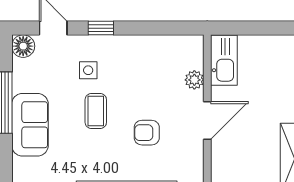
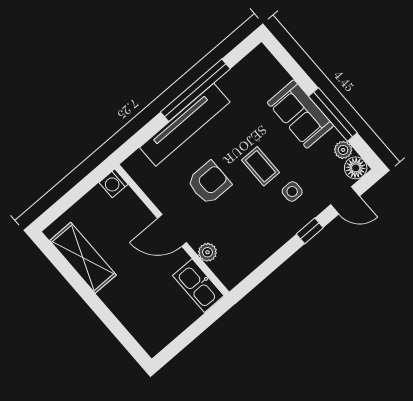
plant: (21, 68) -> (343, 150), added
door: (207, 120) -> (172, 230), hinge flipped
armchair: (147, 133) -> (209, 183), width x1.38, depth x1.38

